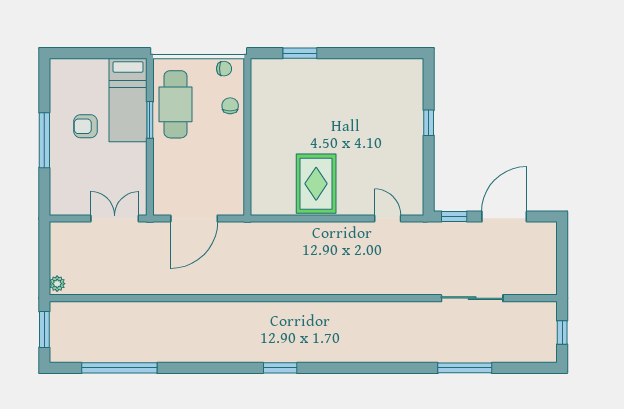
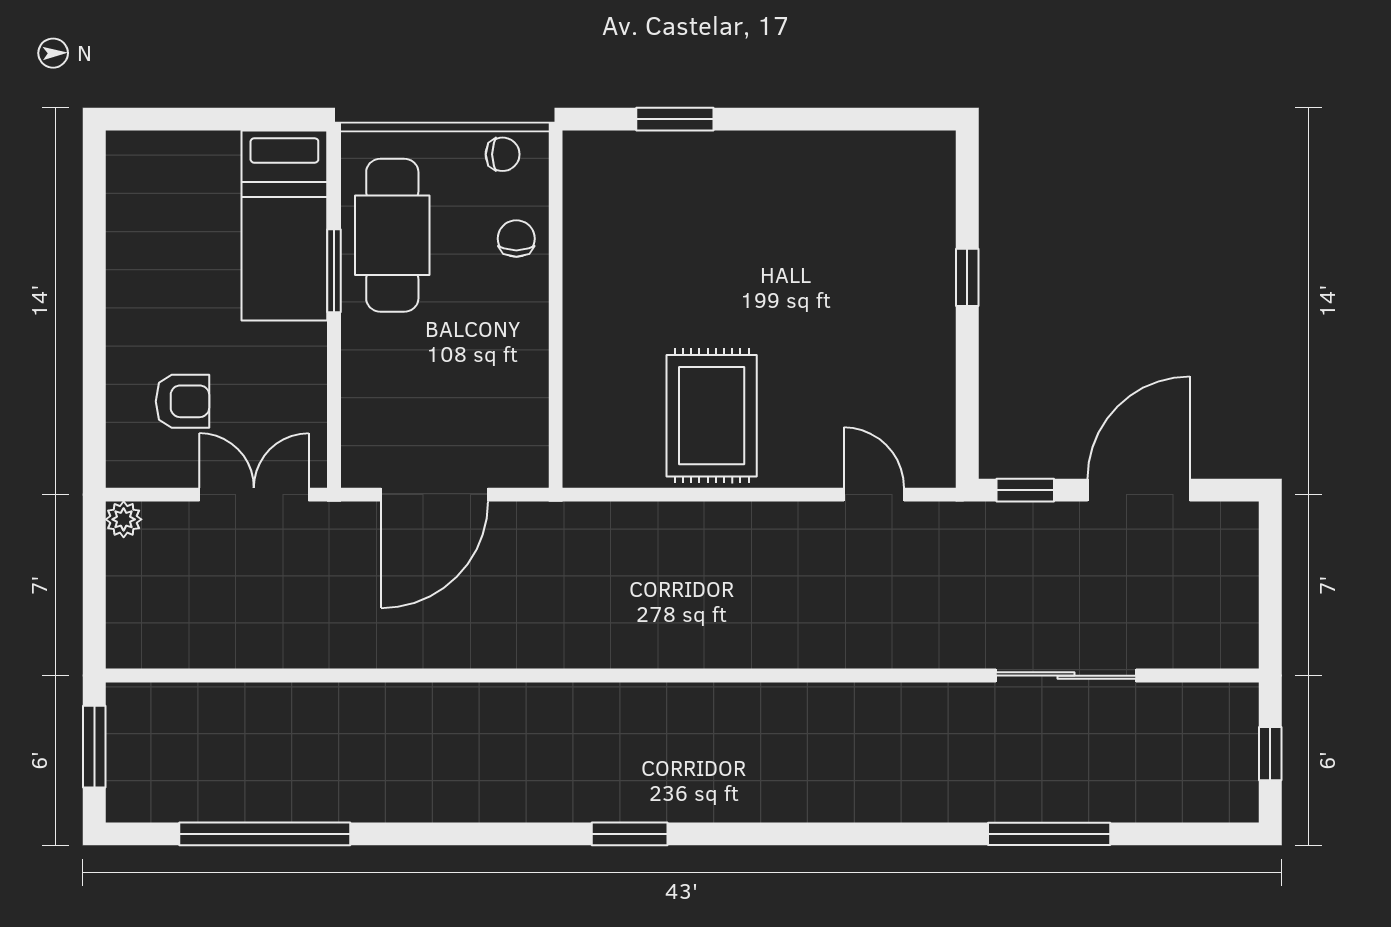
armchair: (86, 126) -> (182, 401), moved, turned 180
window: (44, 140) -> (94, 317), removed
plant: (57, 284) -> (124, 519), moved

